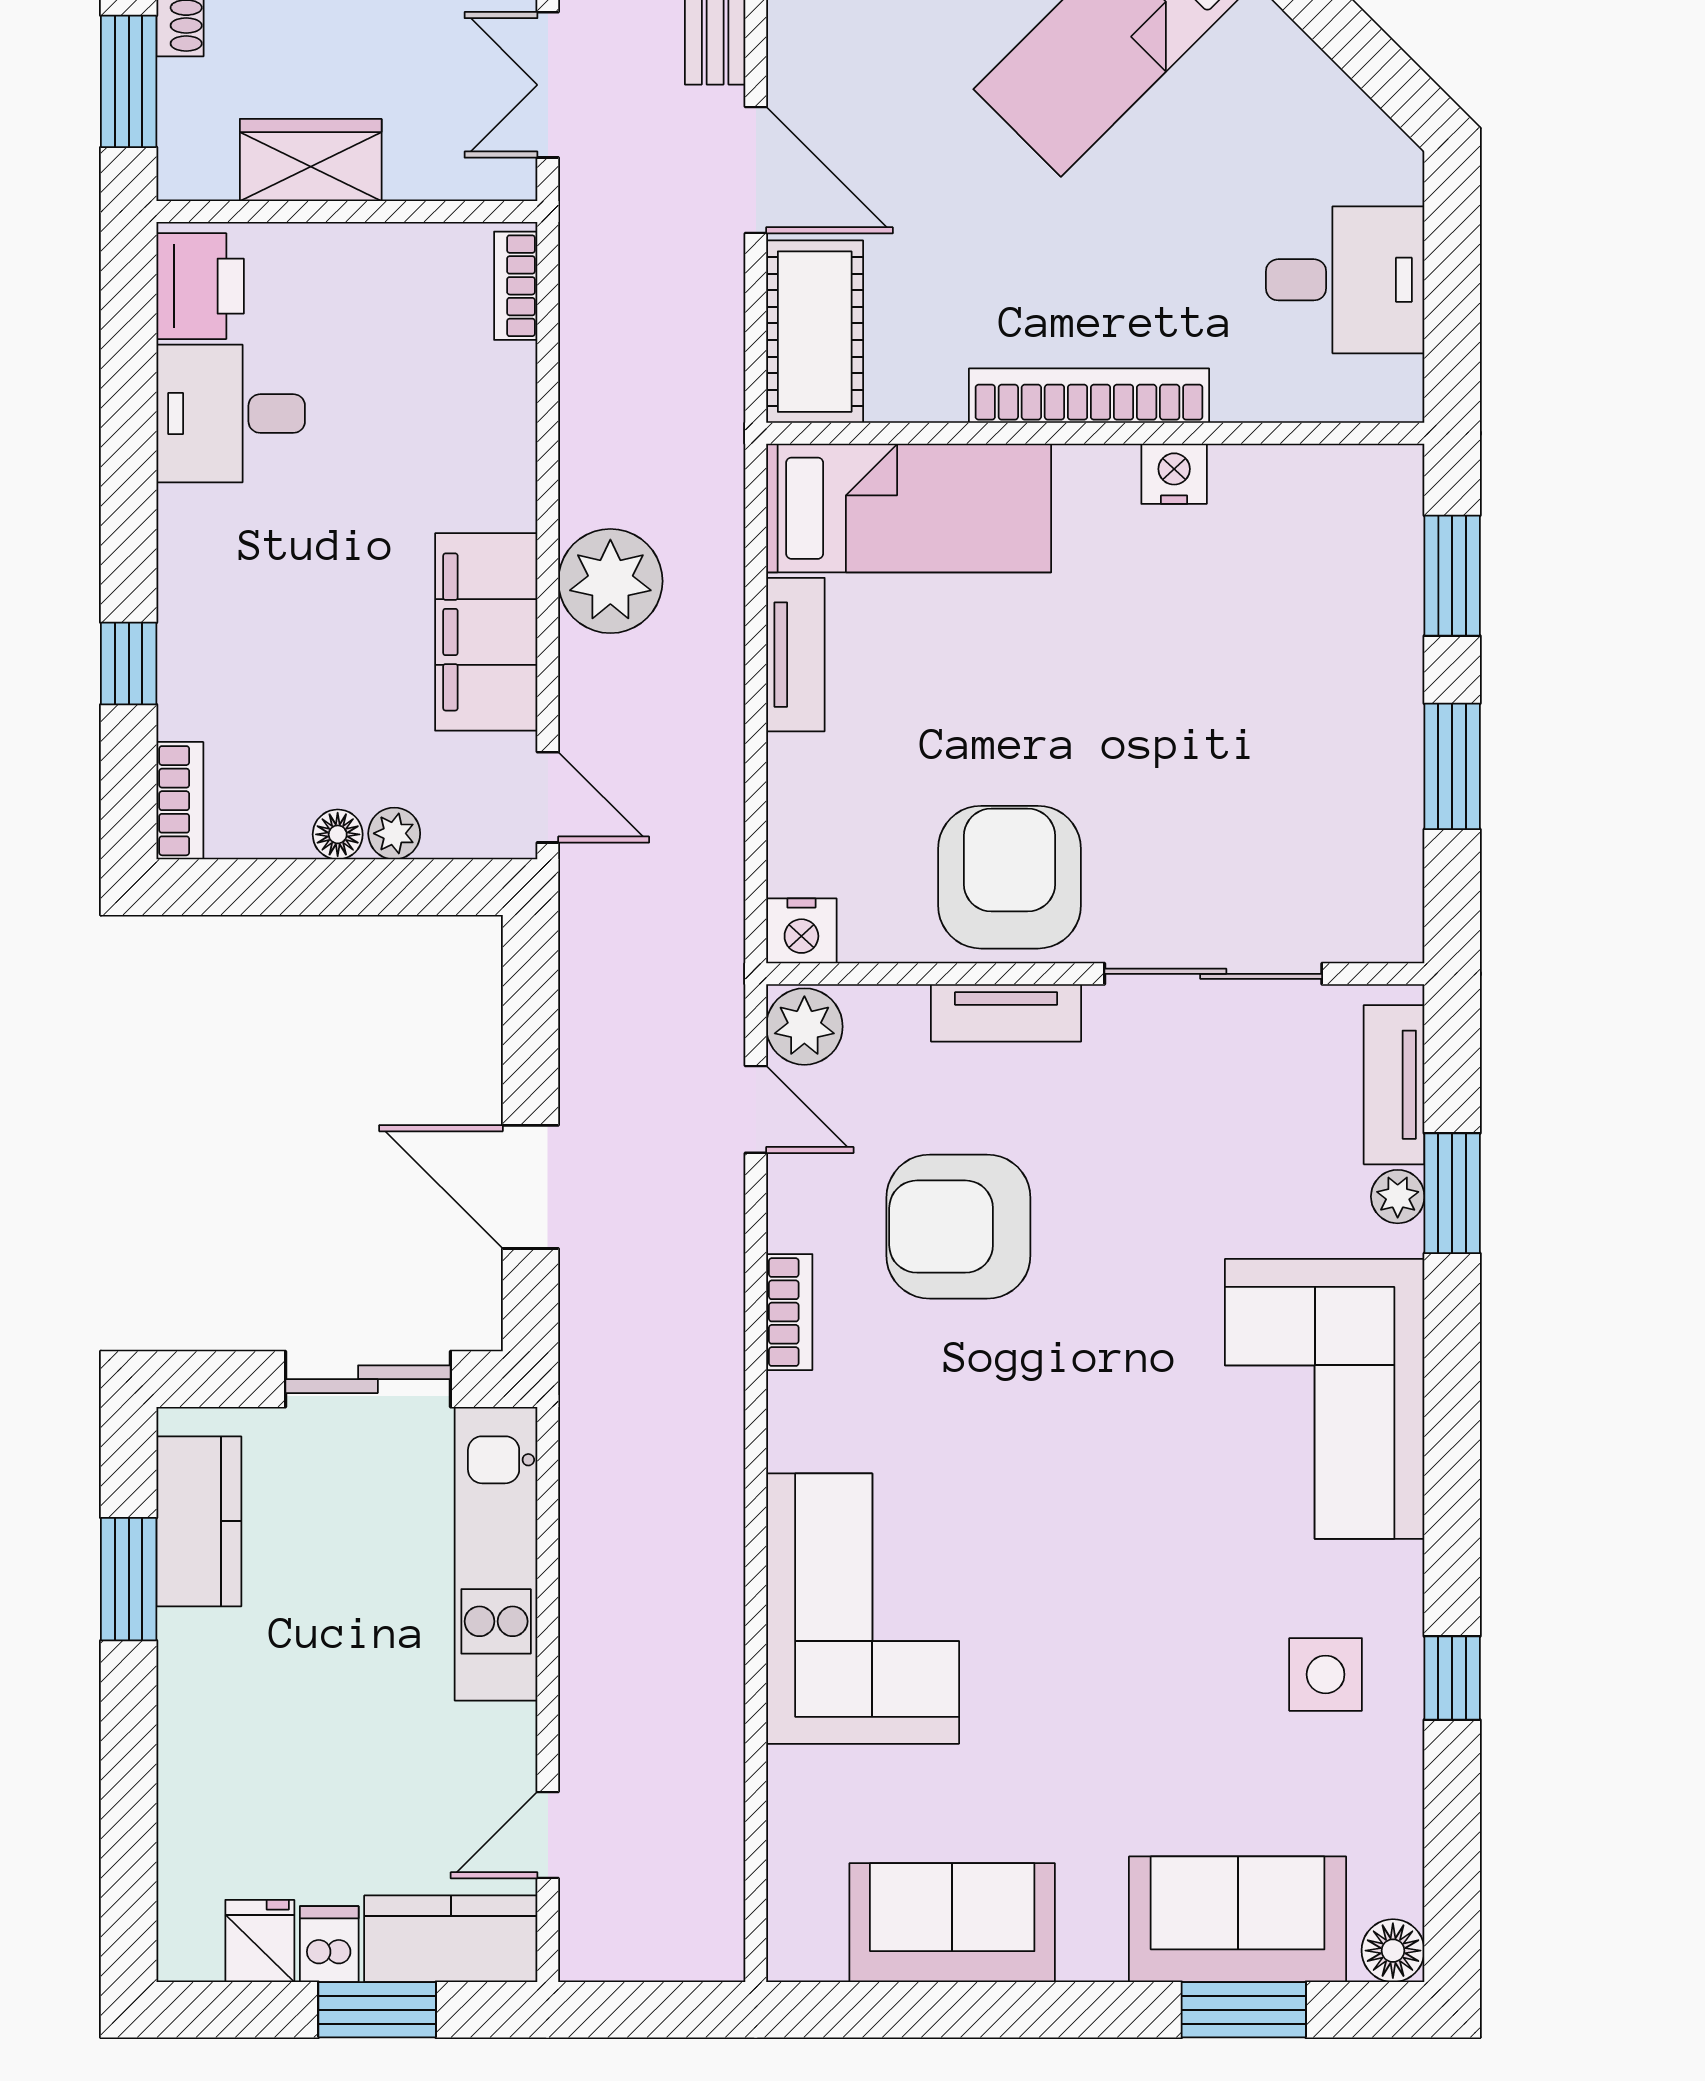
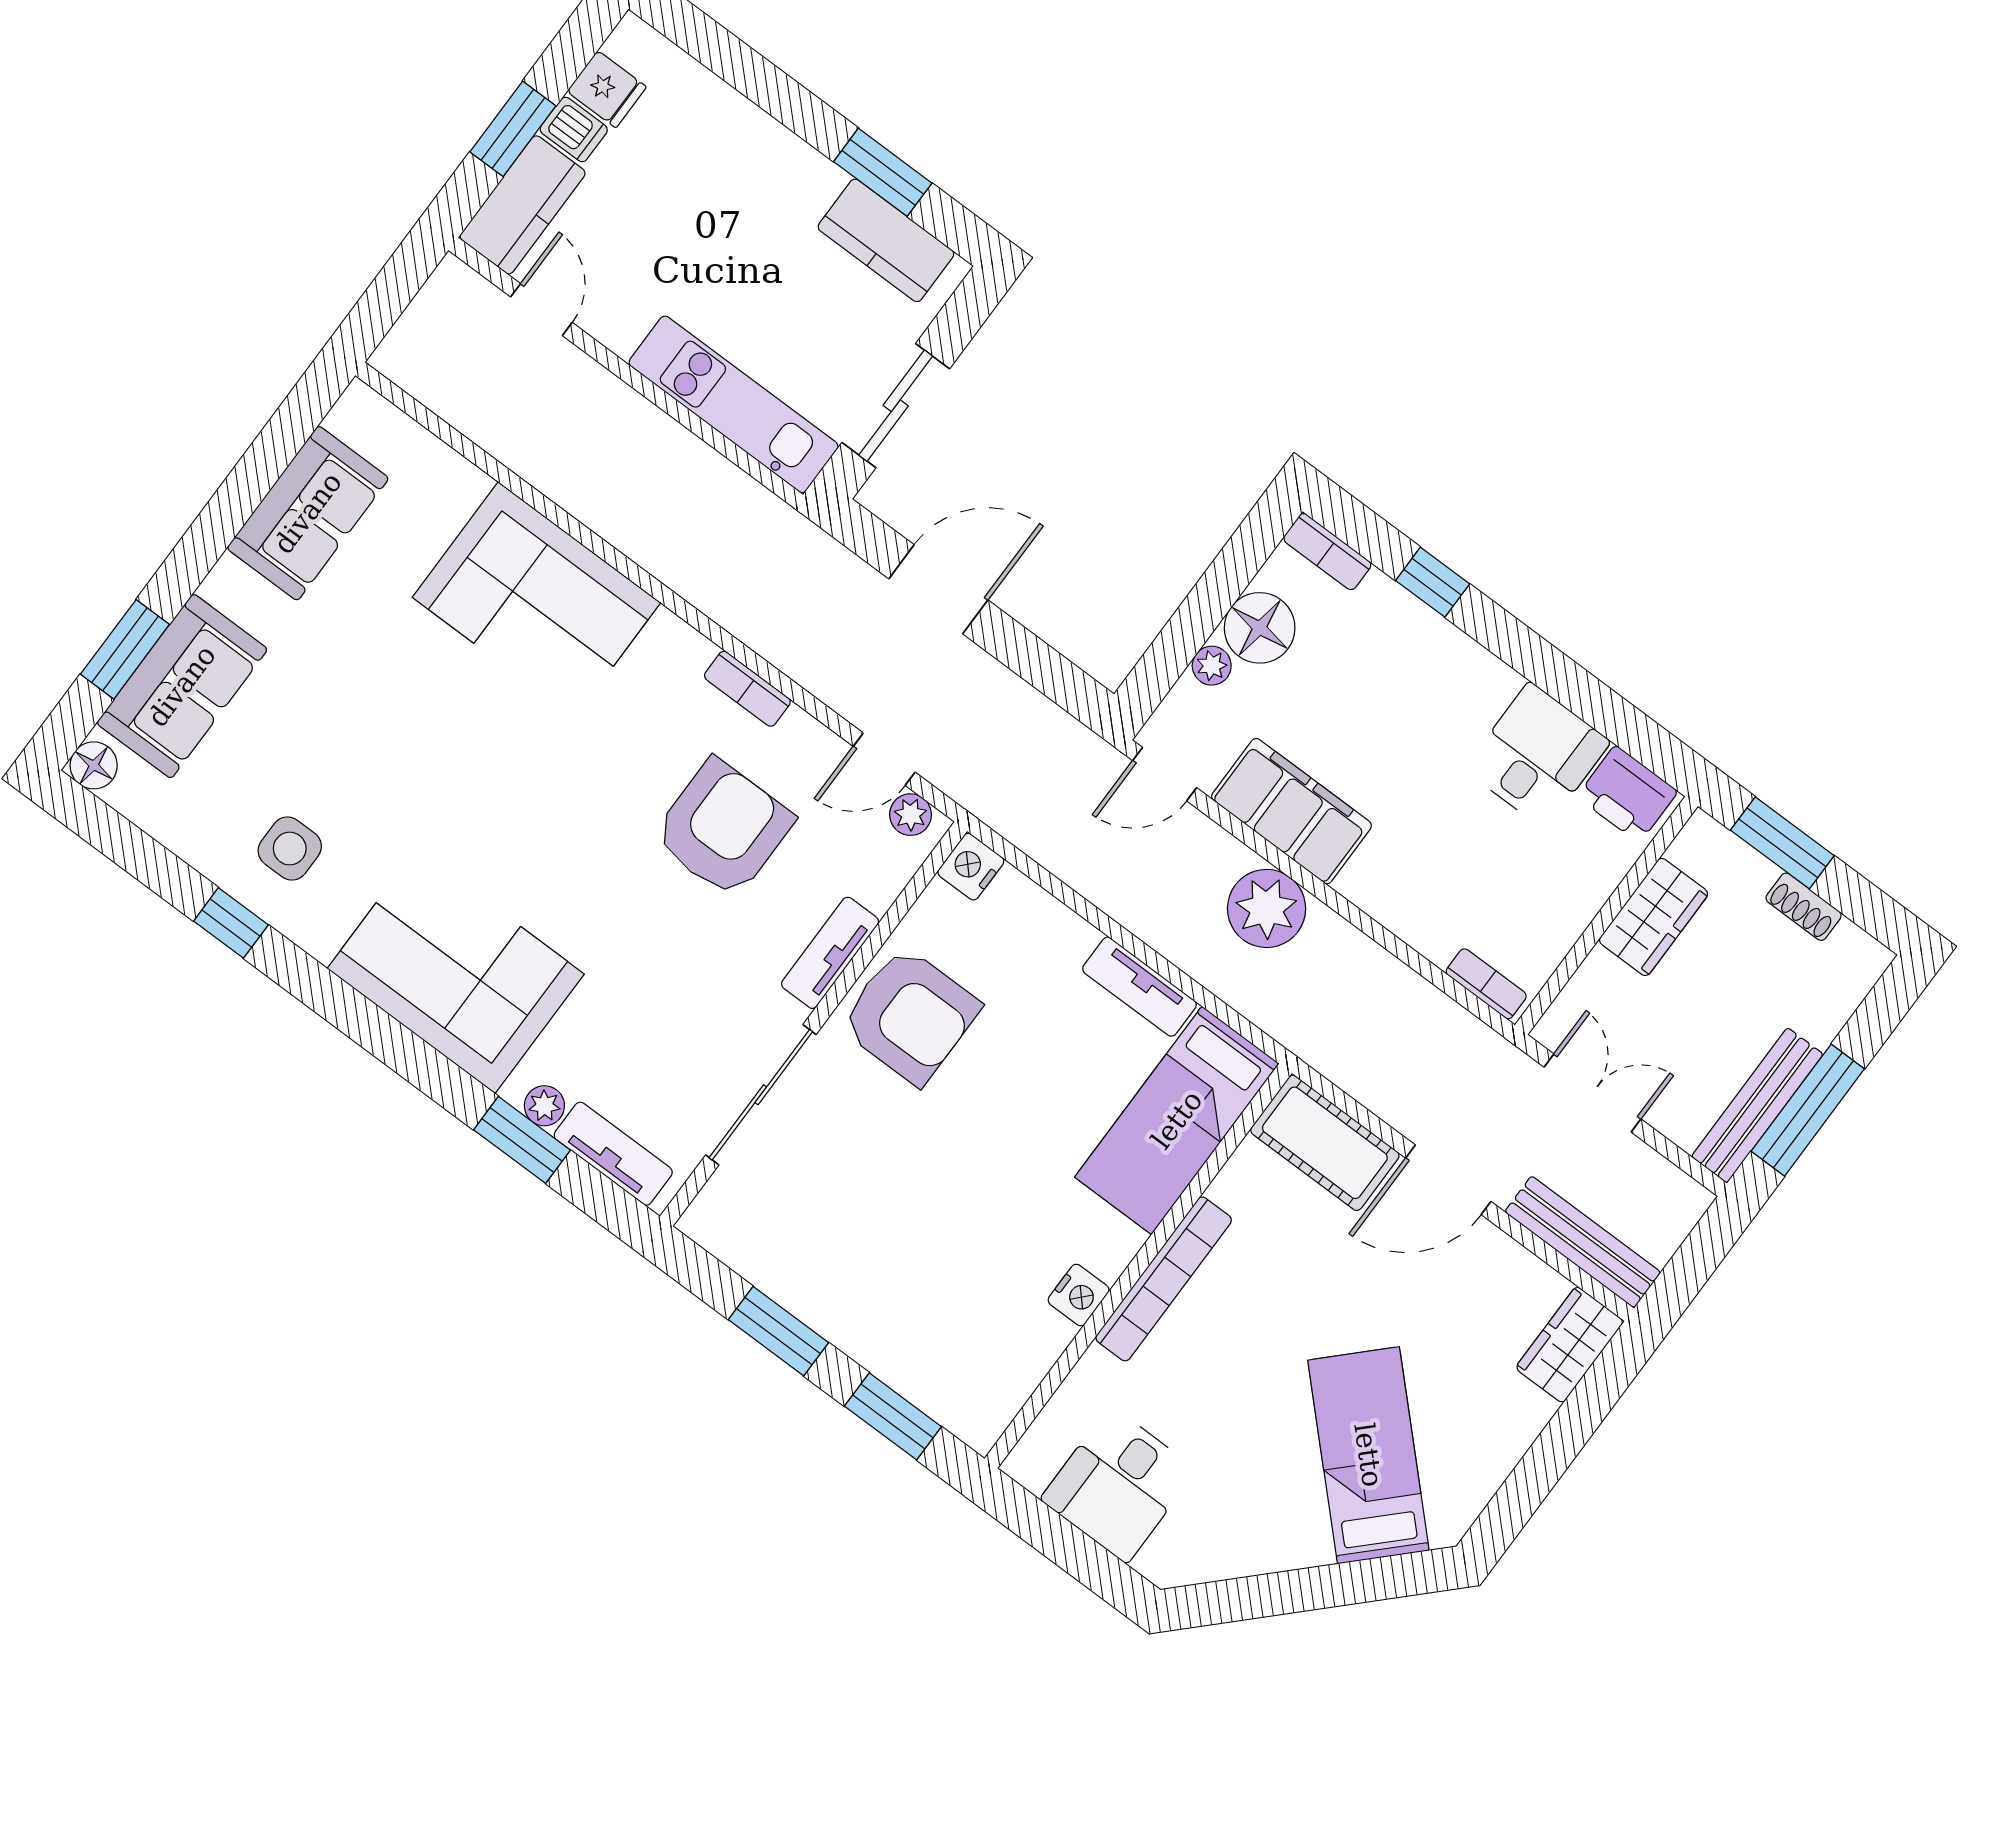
floor lamp: (338, 834) -> (1260, 628), width x1.89, depth x1.89
plant: (804, 1027) -> (911, 815), width x0.73, depth x0.73

